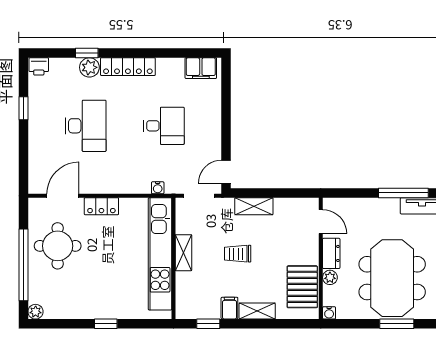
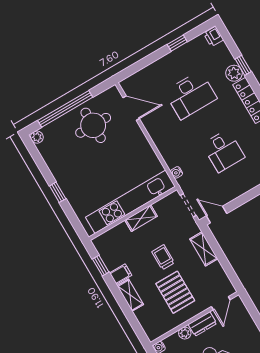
locker: (101, 206) -> (140, 140), removed
pallet: (302, 287) -> (175, 292), moved, turned 90

